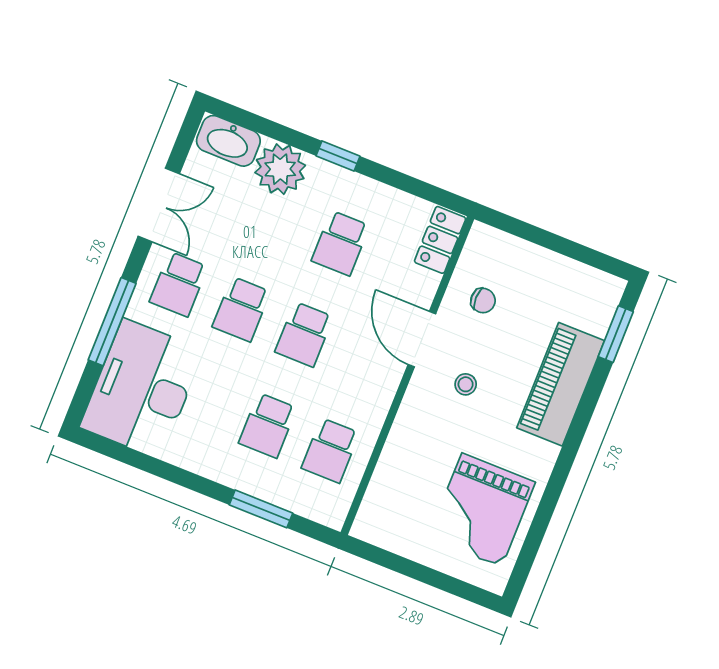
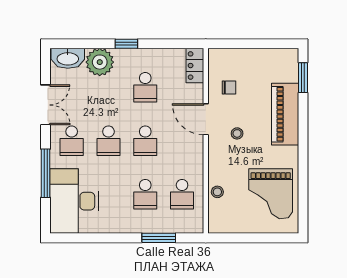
stool: (392, 471) -> (217, 192), added

